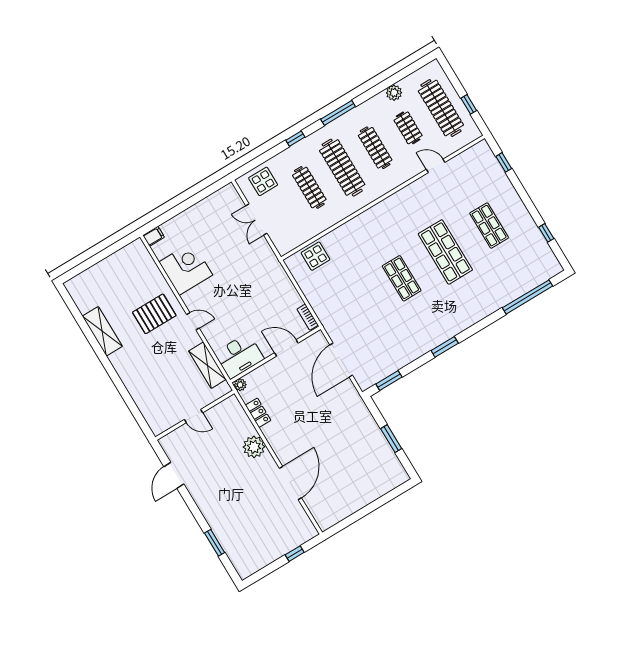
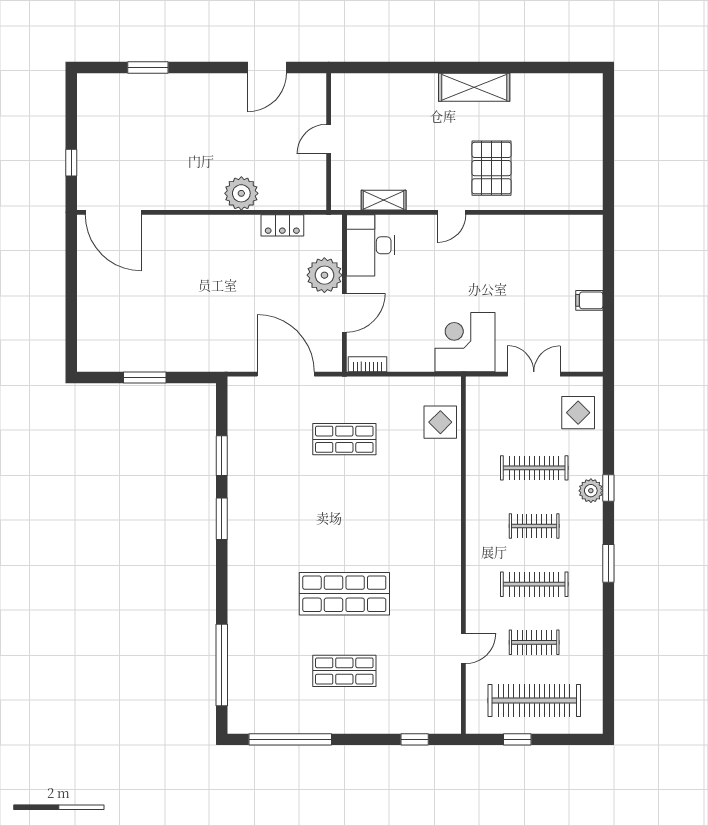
plant: (394, 93) -> (591, 491), moved
window: (338, 113) -> (608, 563), width x0.69
clothes rail: (342, 168) -> (534, 526), width x0.54, depth x0.76
window: (546, 233) -> (290, 739), width x3.17
filing cabinet: (154, 236) -> (589, 300), moved, turned 90
corner desk: (186, 269) -> (465, 342), moved, turned 180
shop shelf: (402, 278) -> (344, 439), moved
shelving: (102, 331) -> (474, 87), moved
shelving: (207, 365) -> (384, 200), width x0.67, depth x0.75
window: (389, 380) -> (222, 456), moved
plant: (240, 385) -> (324, 275), moved, width x1.87, depth x1.87
door: (174, 475) -> (267, 67), swing flipped
door: (290, 483) -> (113, 212), moved

